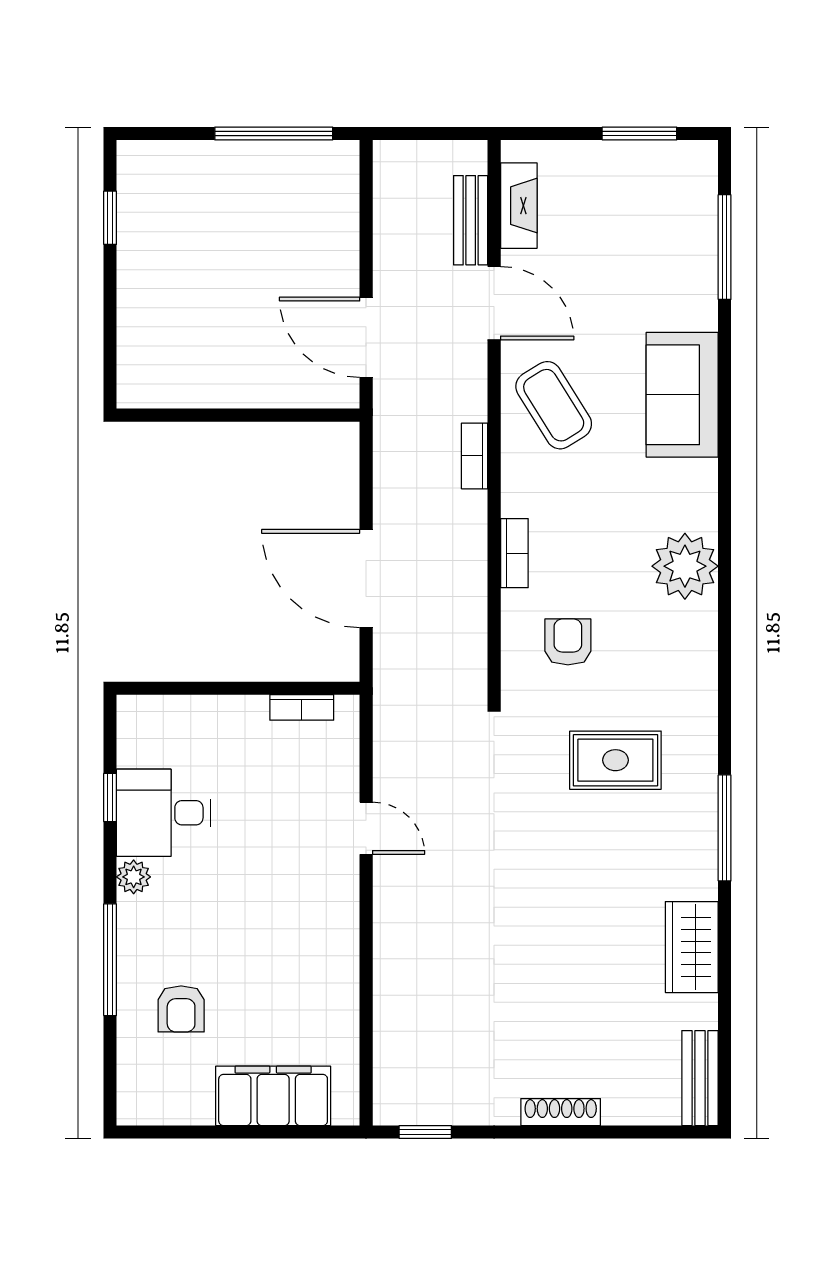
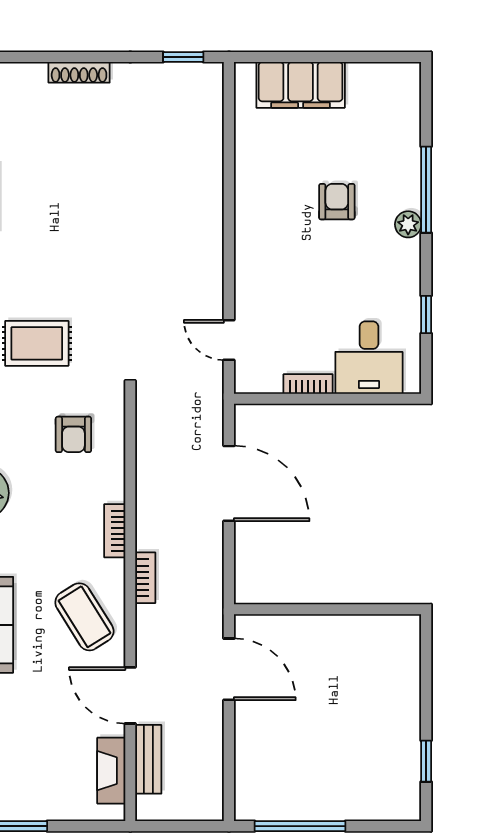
bookcase: (514, 553) -> (115, 531), moved
bookcase: (302, 707) -> (308, 384), moved
desk: (164, 813) -> (369, 358), moved, turned 90
door: (366, 828) -> (229, 340), moved
plant: (134, 877) -> (408, 224), moved
armchair: (181, 1009) -> (337, 202), moved

